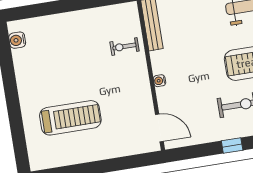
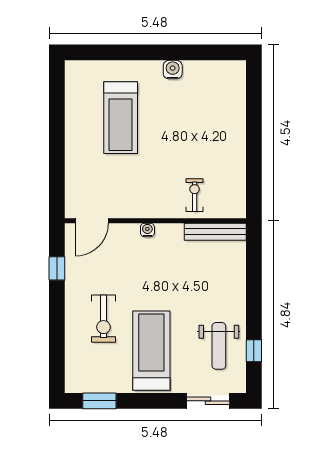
water cooler: (17, 40) -> (173, 70), moved
window: (232, 146) -> (57, 268), moved

